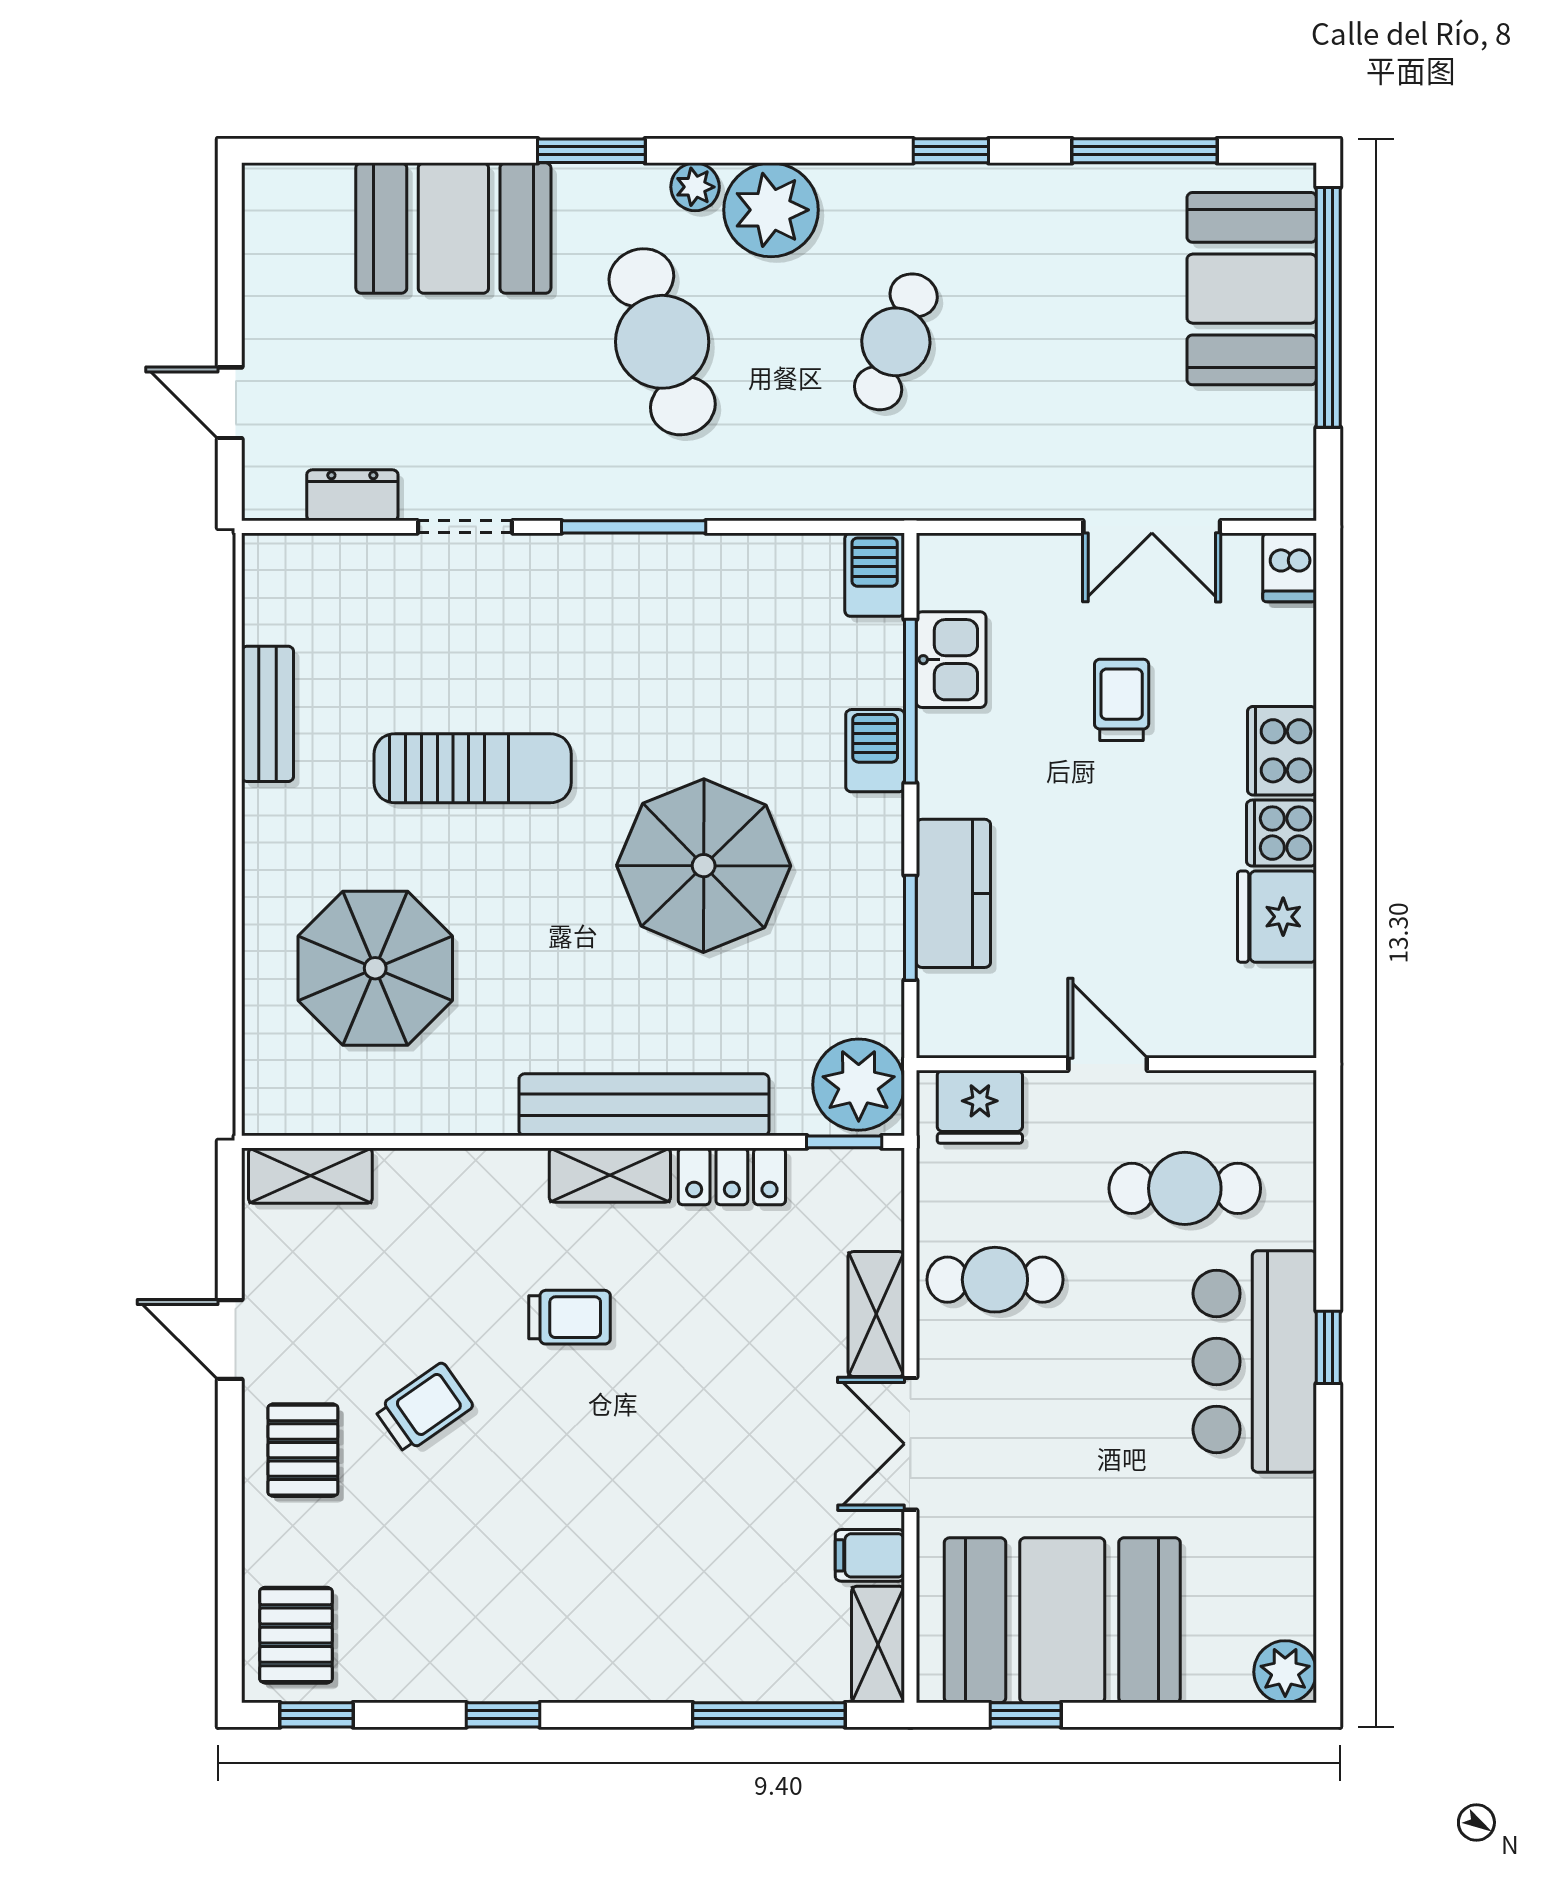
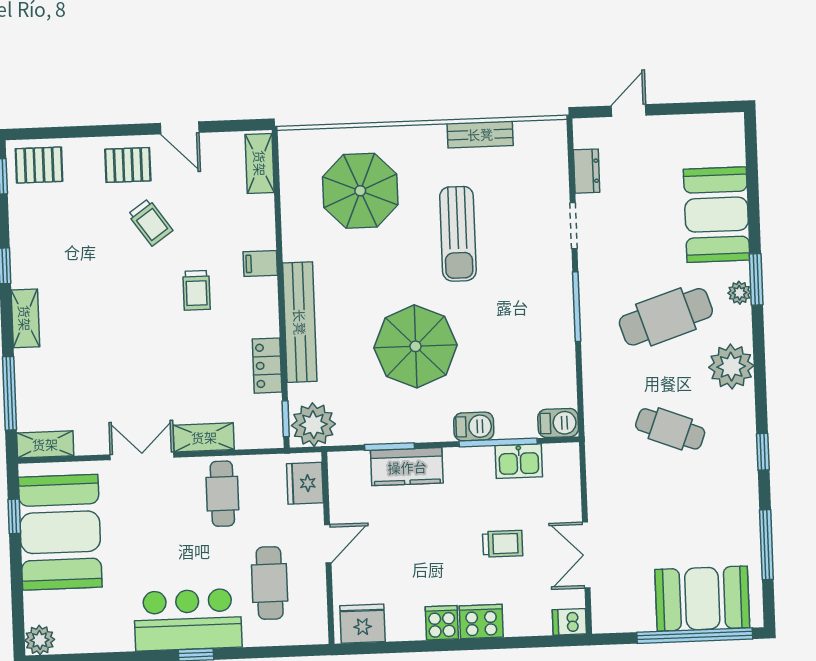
plant: (695, 187) -> (739, 293), moved
fridge: (1277, 917) -> (362, 624), moved
shelving: (610, 1175) -> (25, 318), moved
door: (230, 1339) -> (180, 128), swing flipped
filing cabinet: (870, 1555) -> (260, 263), moved, turned -90

